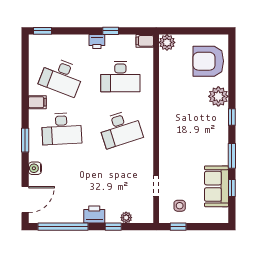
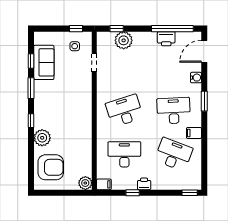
printer: (94, 215) -> (166, 39), moved
plant: (126, 218) -> (124, 40), width x1.87, depth x1.87
window: (113, 227) -> (117, 29), moved

